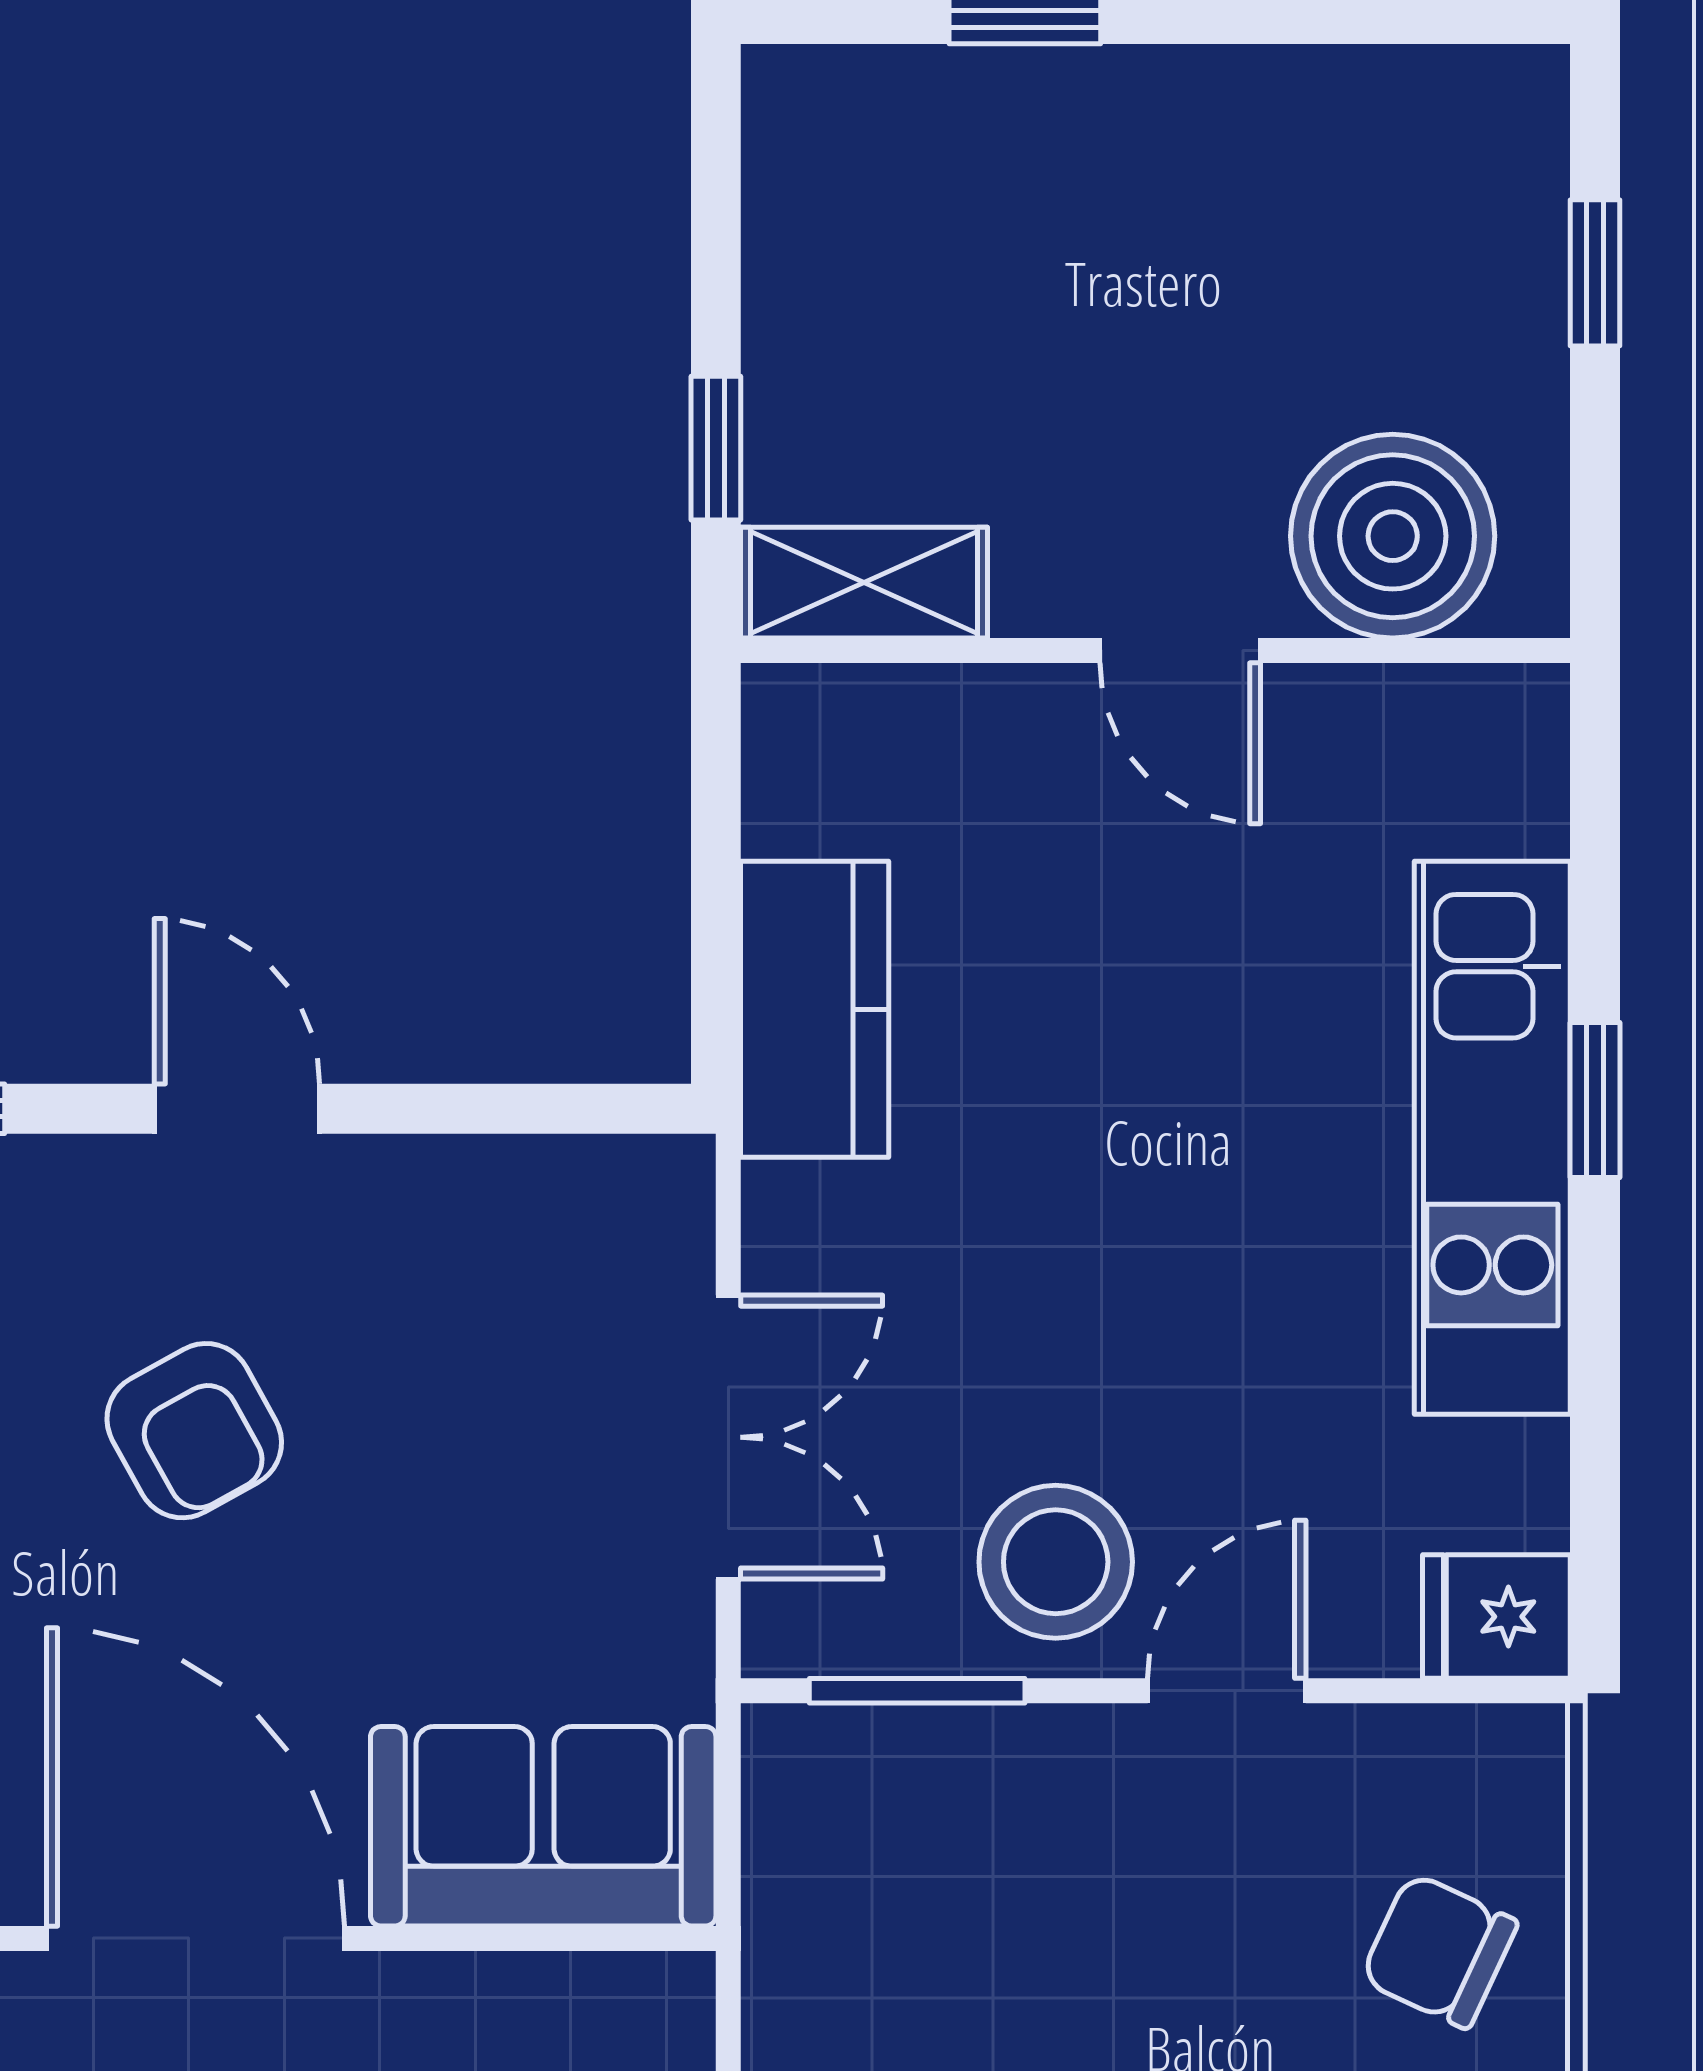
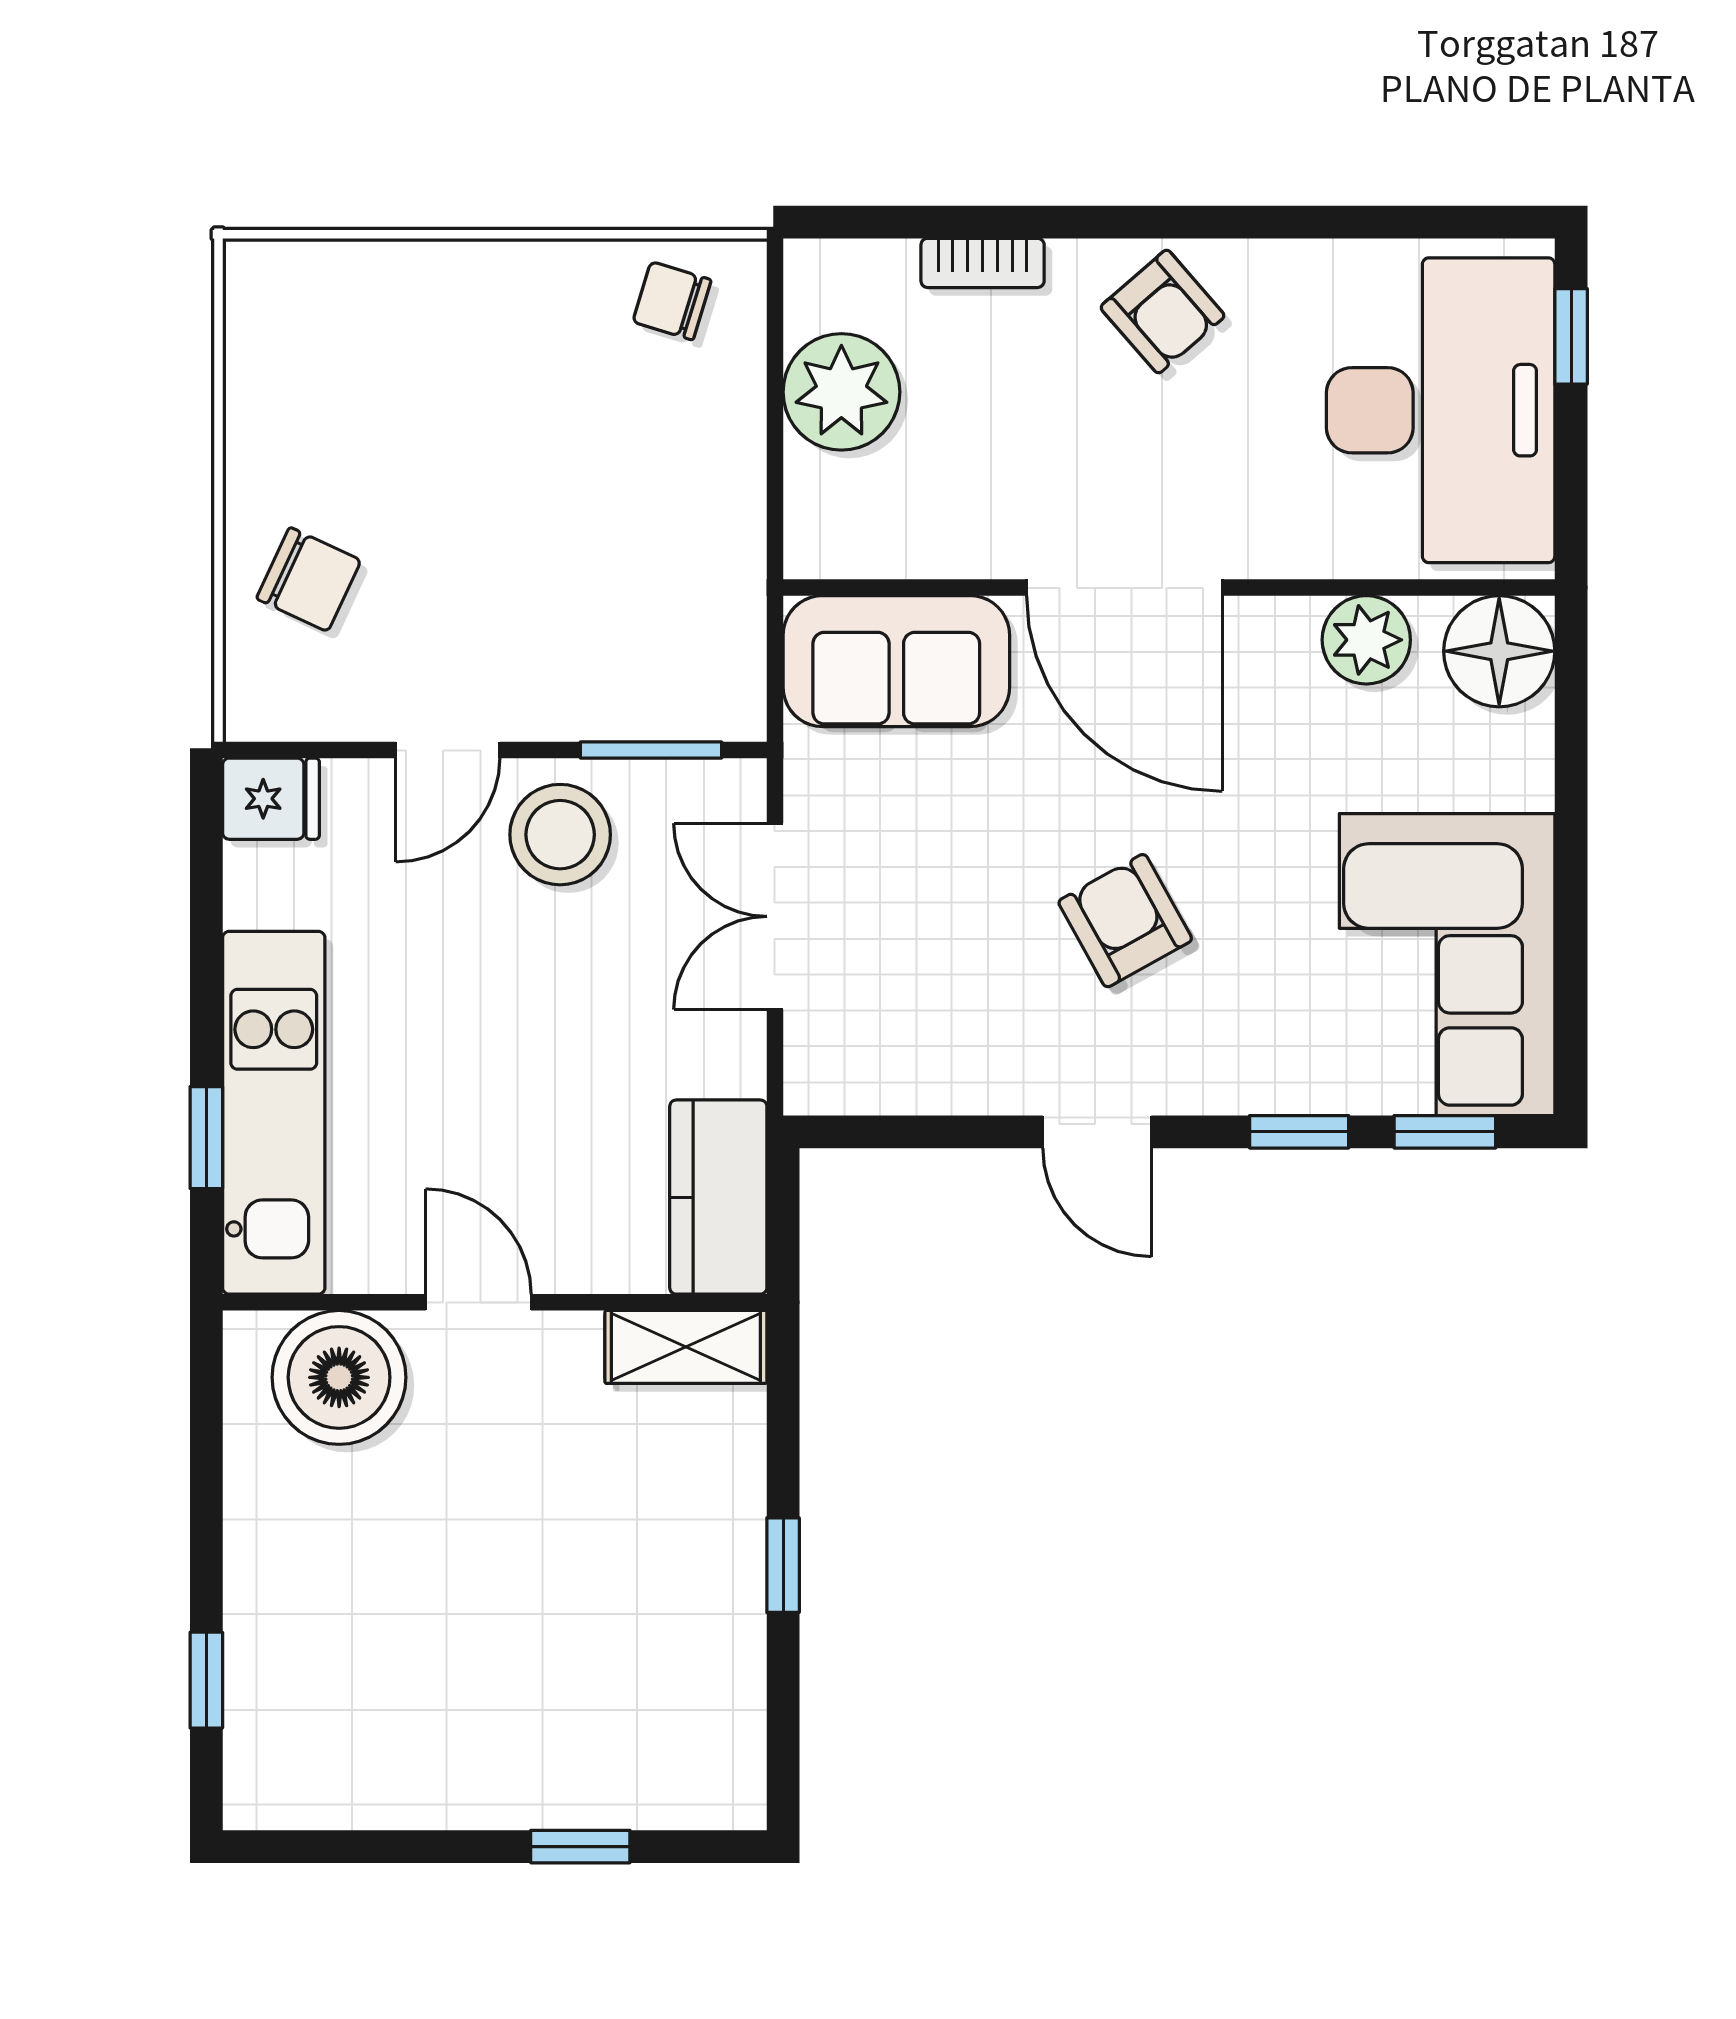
boiler: (1393, 536) -> (339, 1377), moved
shelving: (864, 583) -> (686, 1347), moved
wall: (1155, 651) -> (495, 1302), moved
door: (1180, 651) -> (478, 1302), moved

